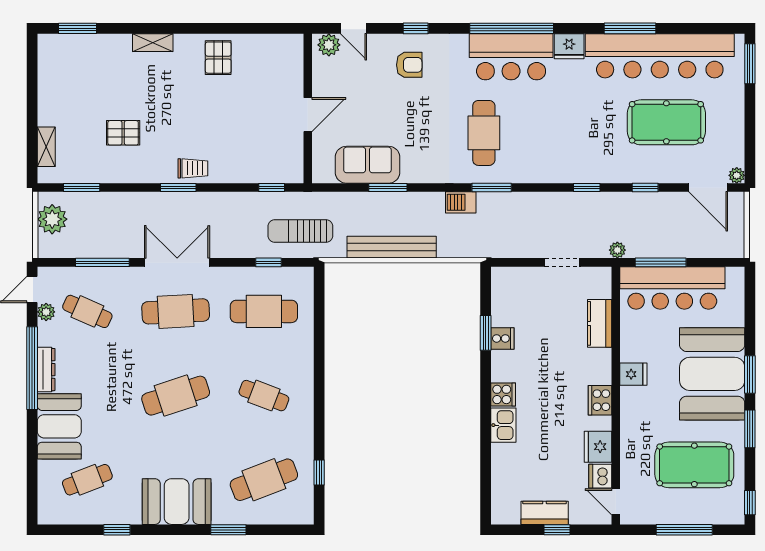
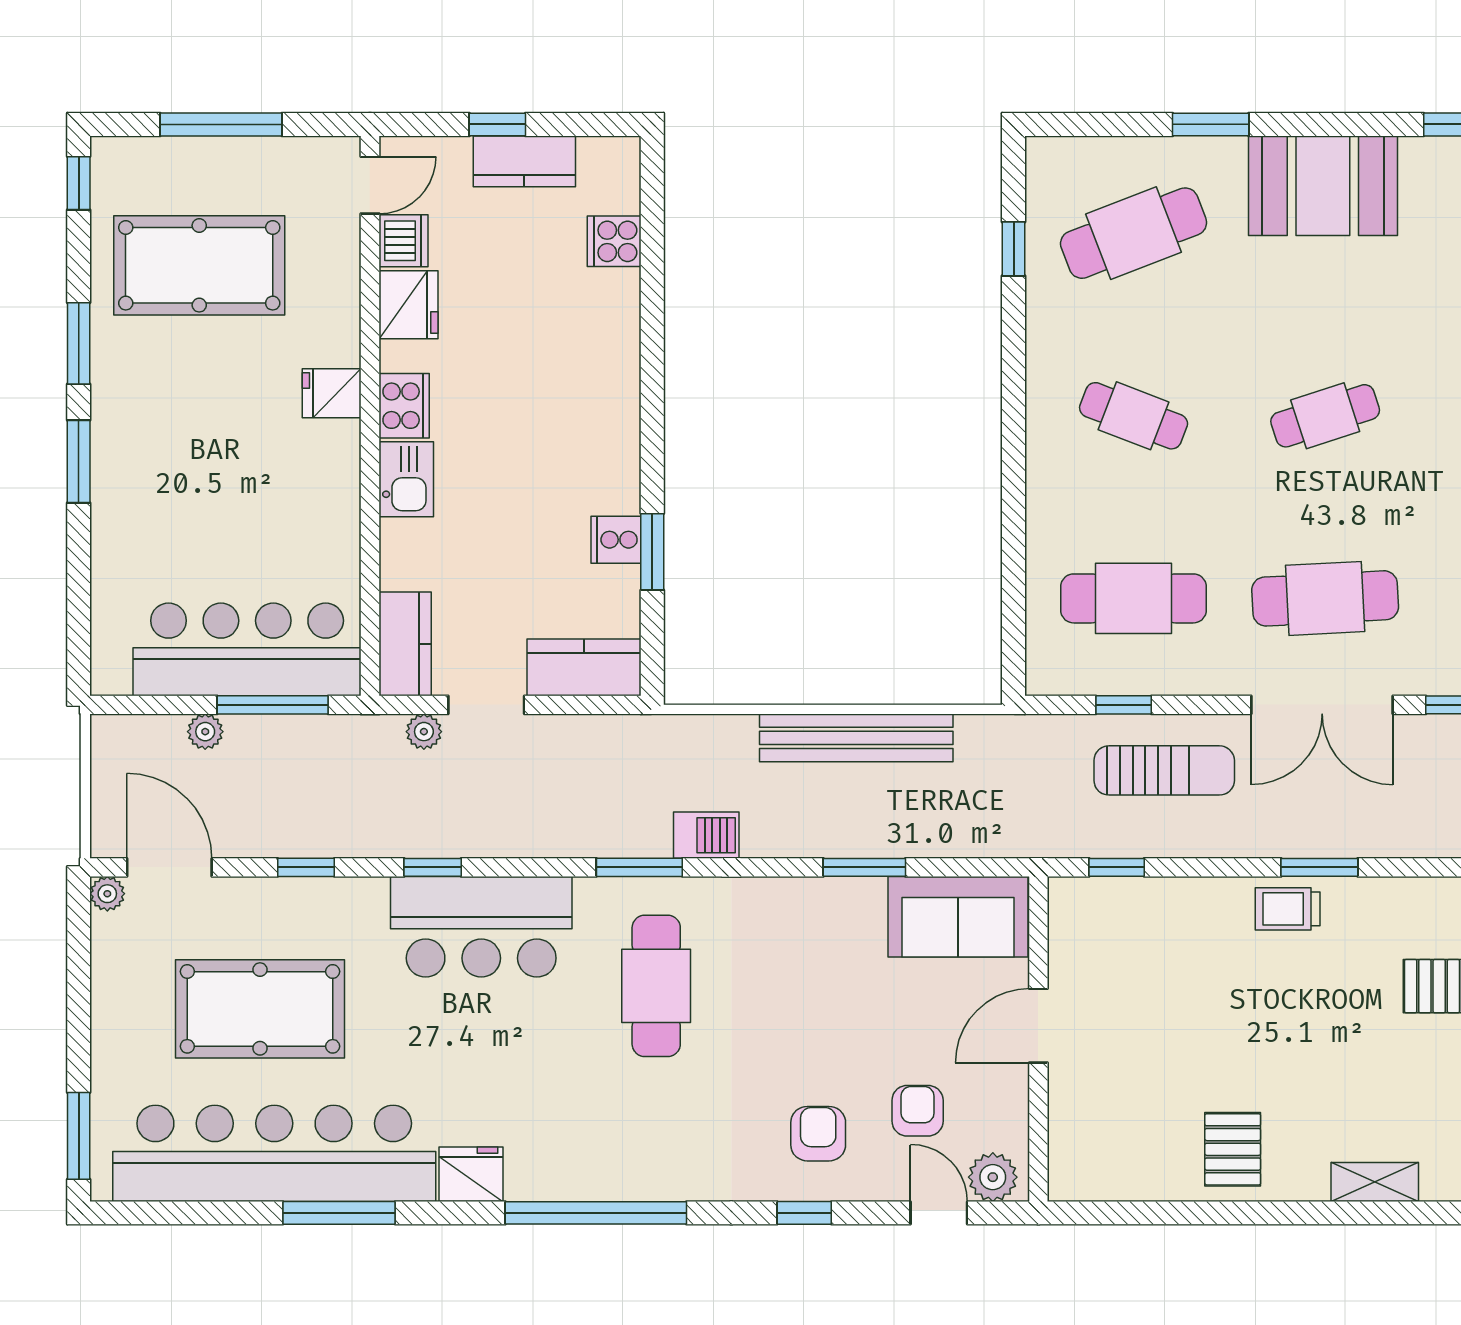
bar counter: (511, 57) -> (481, 927), moved, turned 180
armchair: (409, 65) -> (818, 1134), turned 90
armchair: (363, 75) -> (918, 1111), added
sofa: (367, 165) -> (958, 917), moved
sun lounger: (300, 231) -> (1164, 770), moved
plant: (617, 250) -> (424, 732), moved
plant: (692, 250) -> (205, 732), added
kitchen counter: (517, 280) -> (584, 667), added
kitchen counter: (600, 323) -> (405, 644), moved
fridge: (633, 374) -> (332, 393), moved
booth: (712, 374) -> (161, 463), removed
cooker: (503, 394) -> (614, 241), moved
cafe table: (176, 396) -> (1325, 416), width x0.73, depth x0.74
kitchen sink: (503, 425) -> (406, 479), moved, turned 180
door: (616, 502) -> (370, 185), hinge flipped

